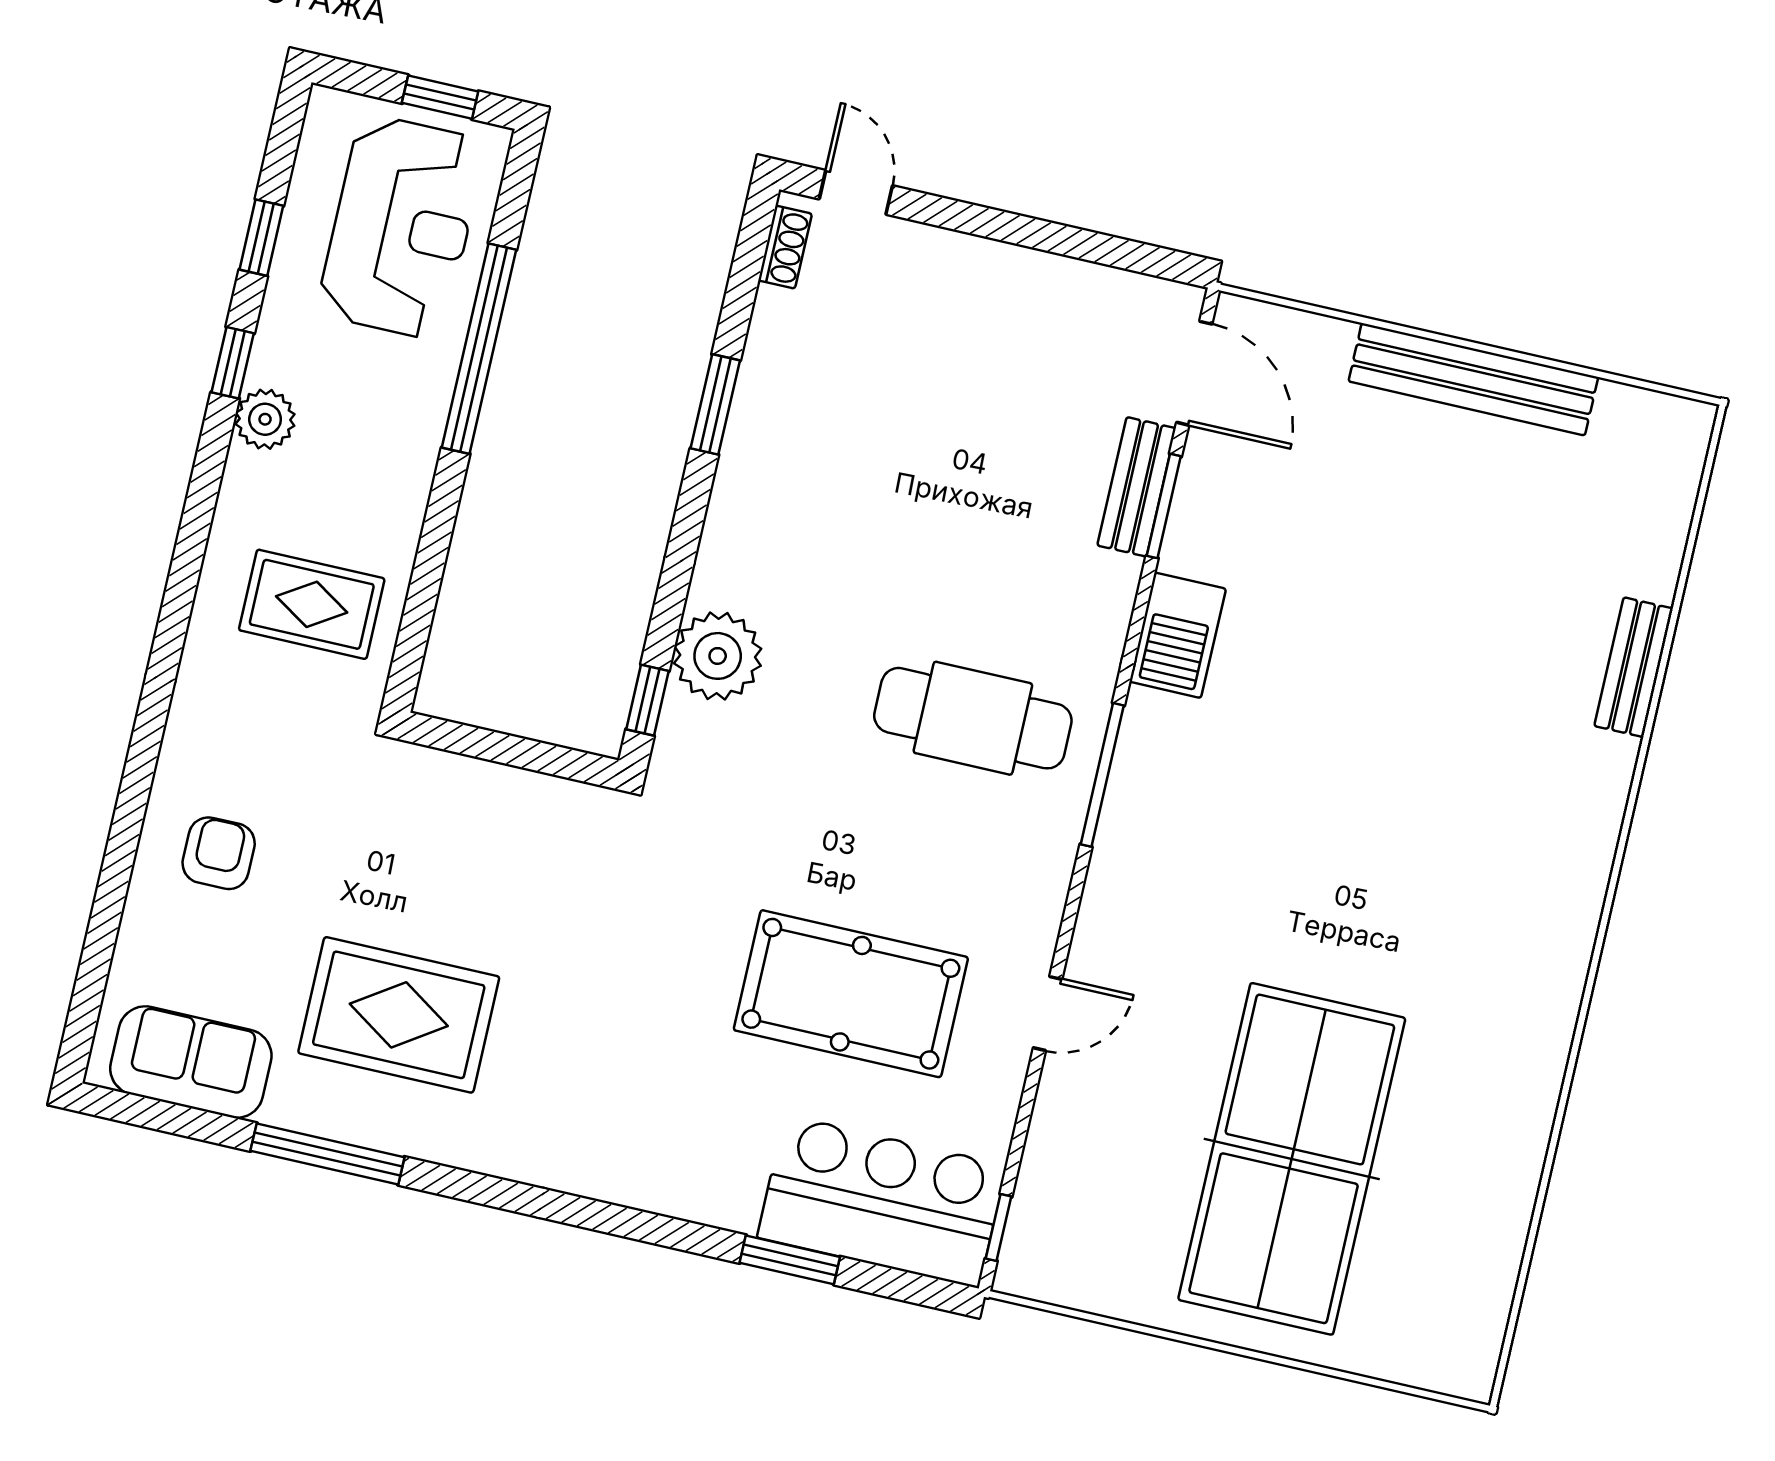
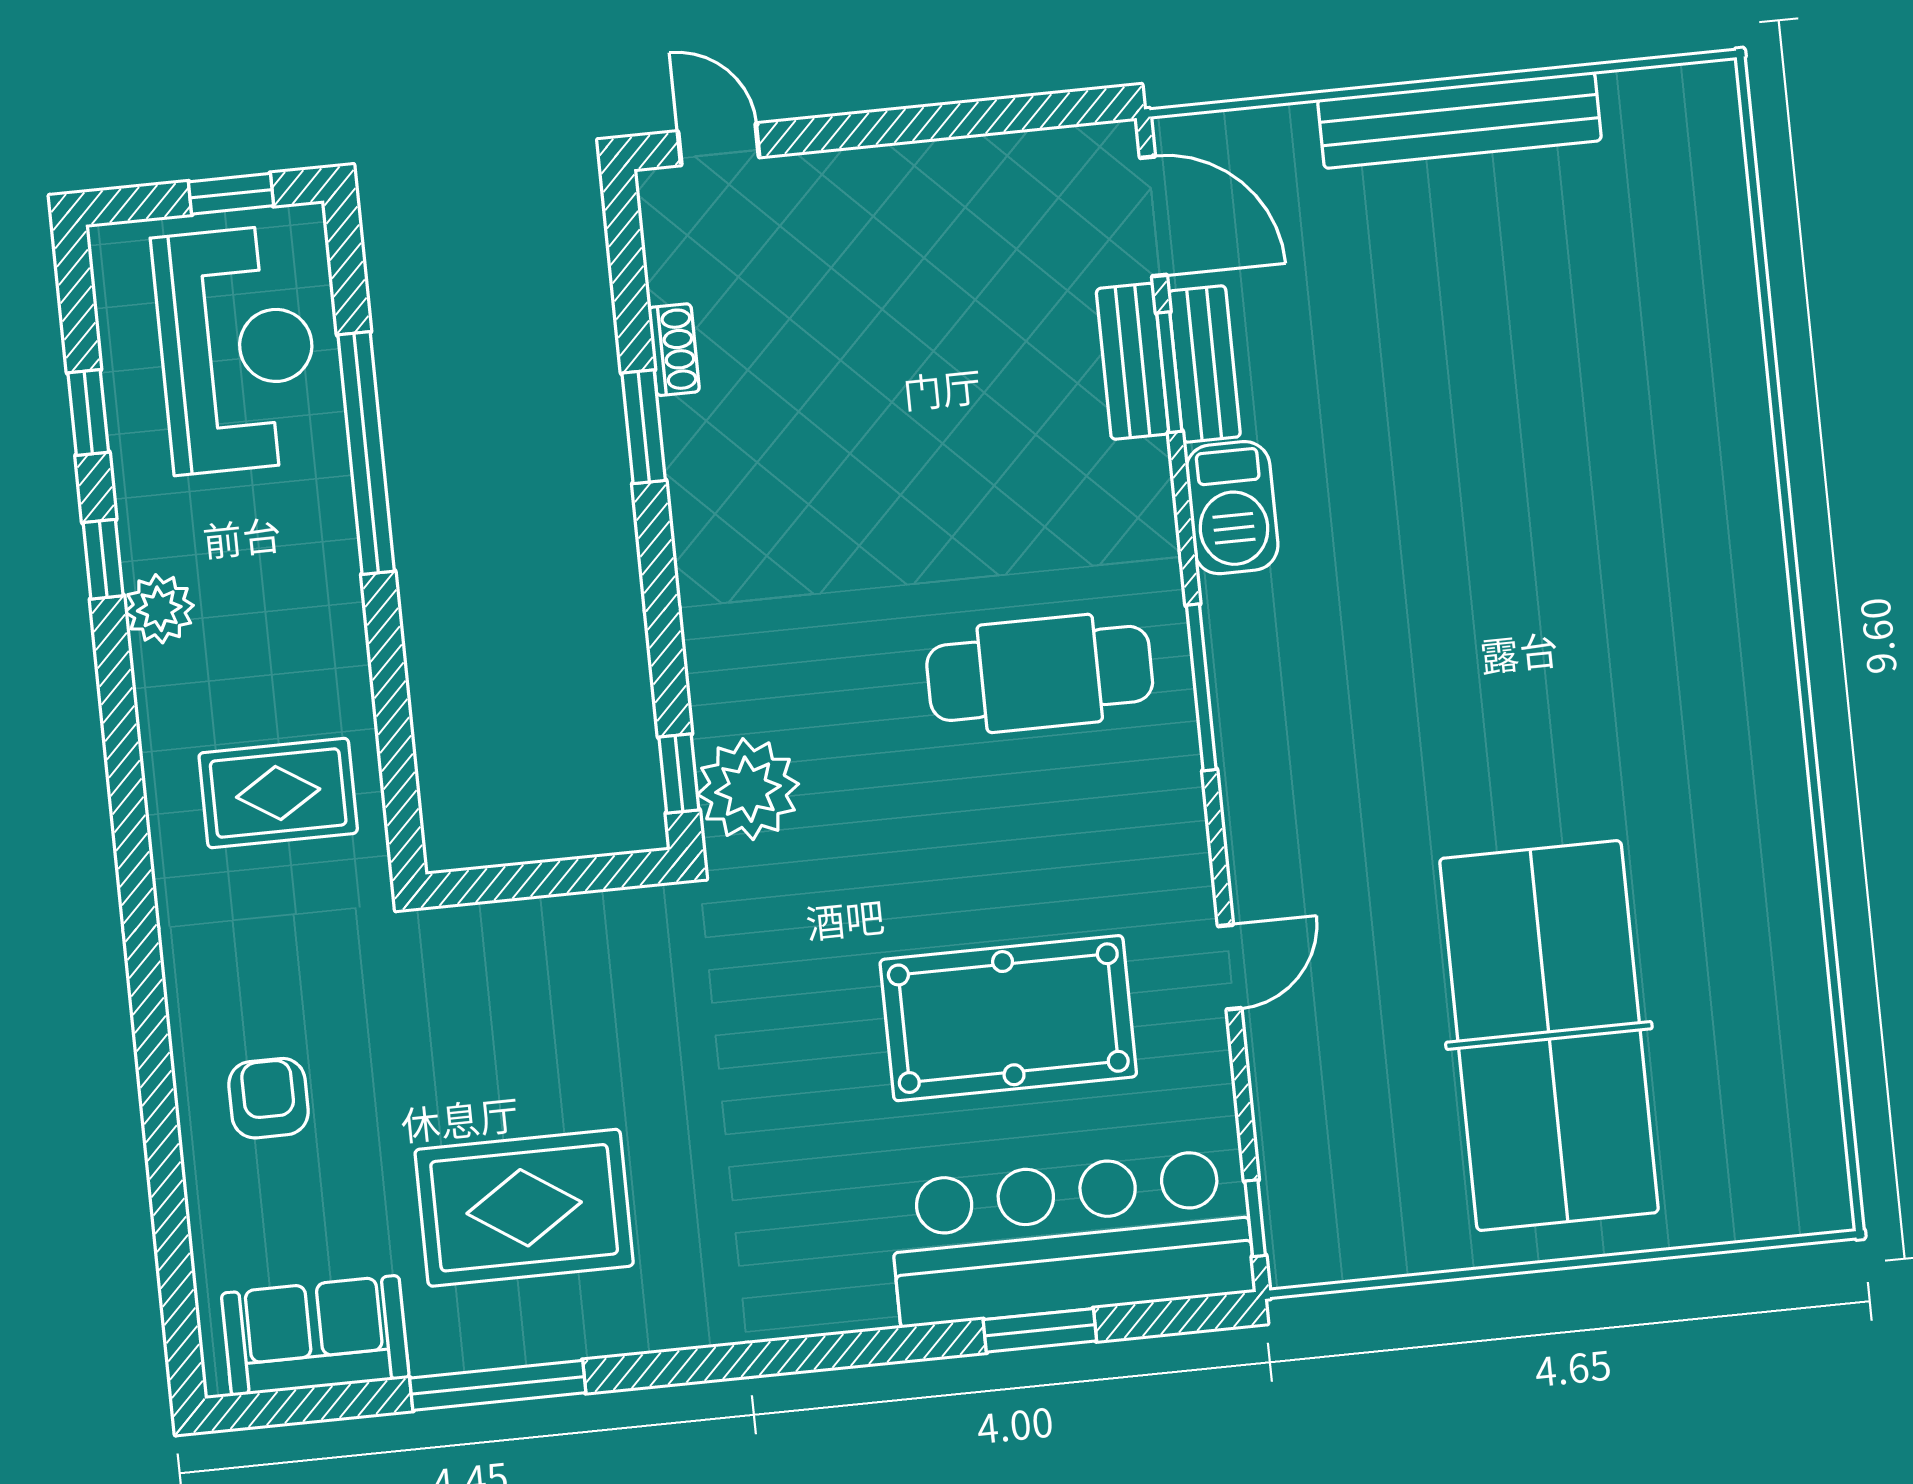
shoe rack: (785, 247) -> (674, 350), moved
plant: (718, 656) -> (748, 789), moved
bench: (1634, 667) -> (1204, 364), moved
bar counter: (882, 1202) -> (1071, 1238), width x1.36

